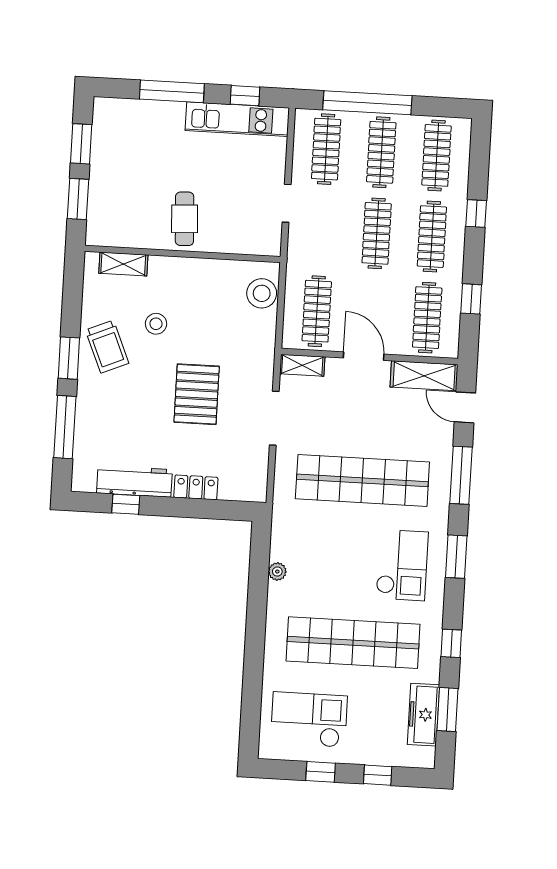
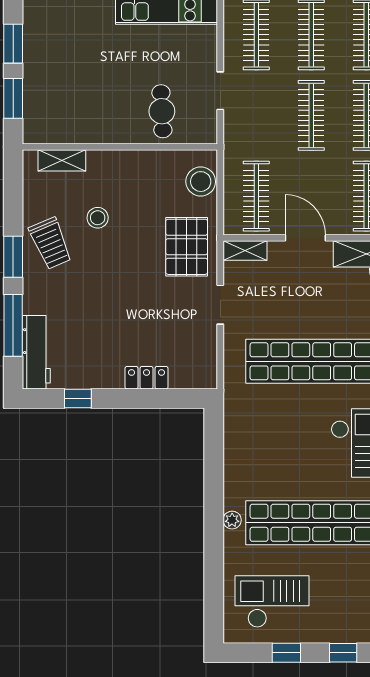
cafe table: (185, 219) -> (162, 111), moved
pallet: (197, 394) -> (187, 247), moved
doorway: (274, 418) -> (220, 305), width x0.73
workbench: (134, 481) -> (36, 352), moved, turned 90
plant: (277, 572) -> (232, 520), moved

